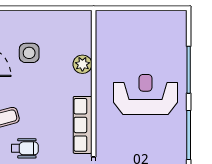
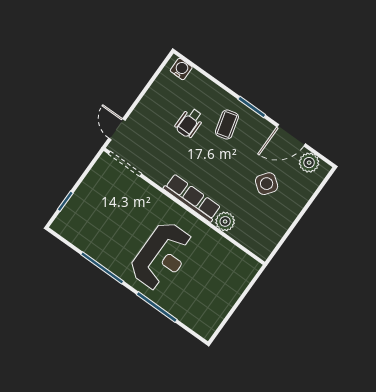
side table: (29, 53) -> (267, 184), turned 37
row of seats: (83, 125) -> (192, 198), moved

